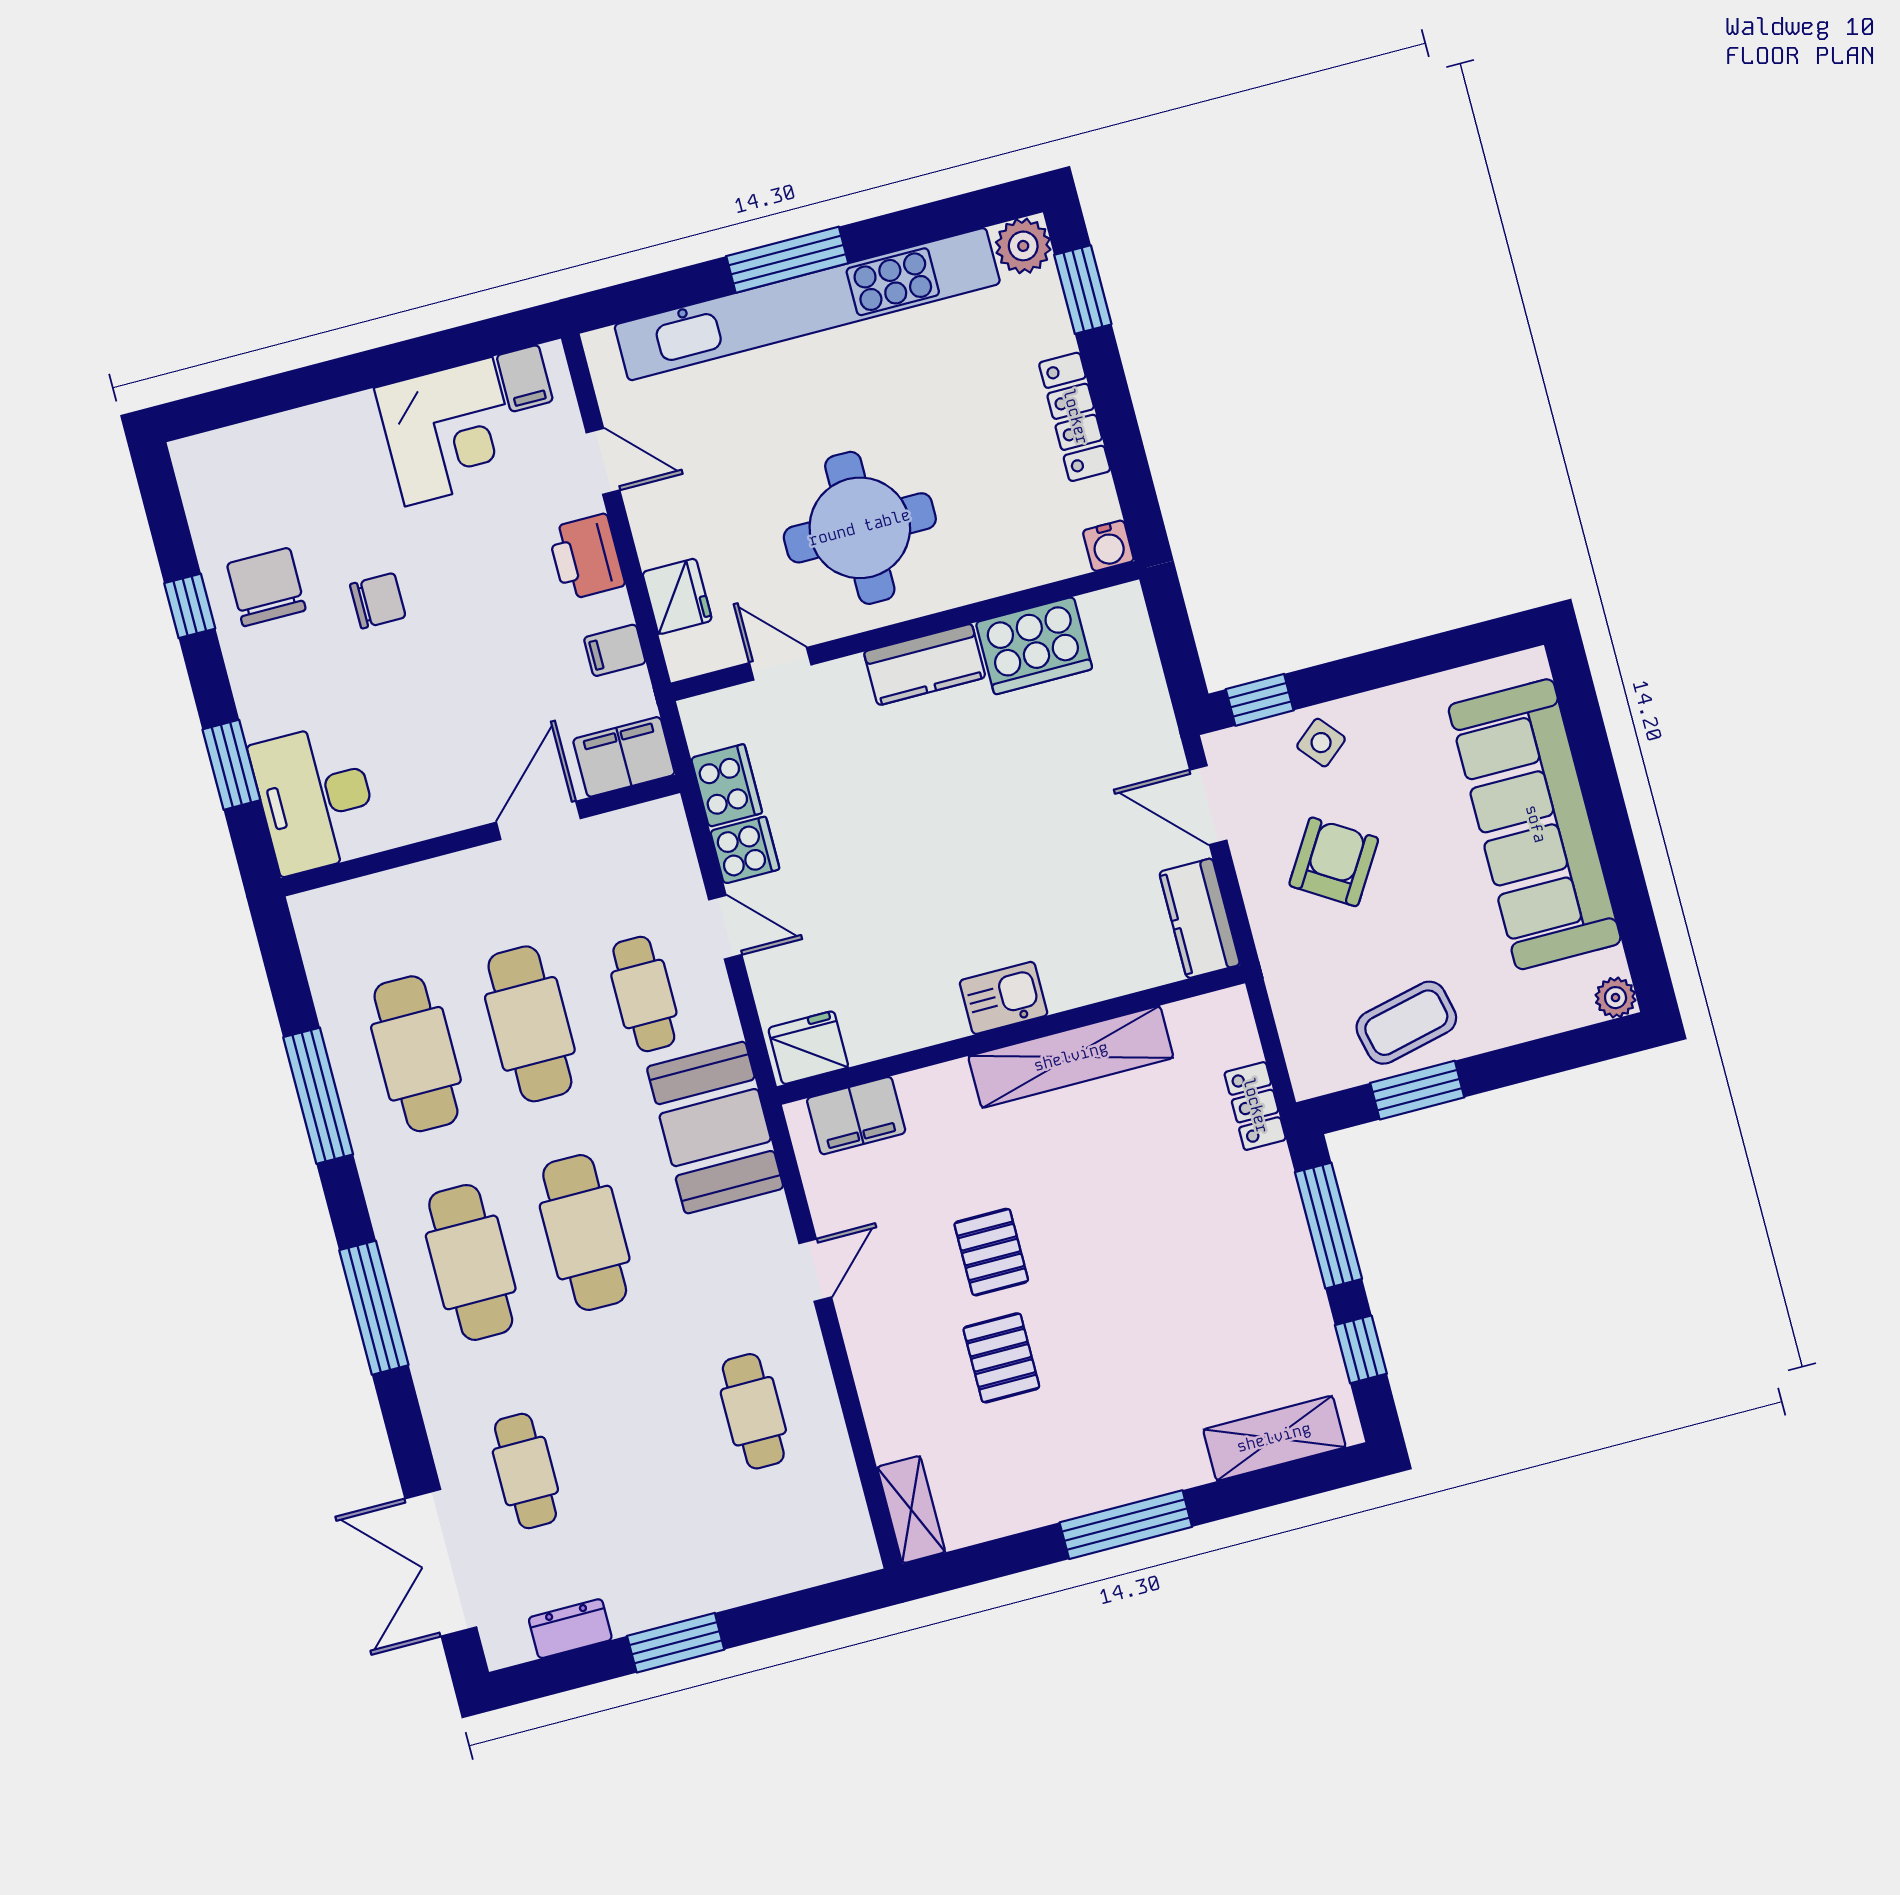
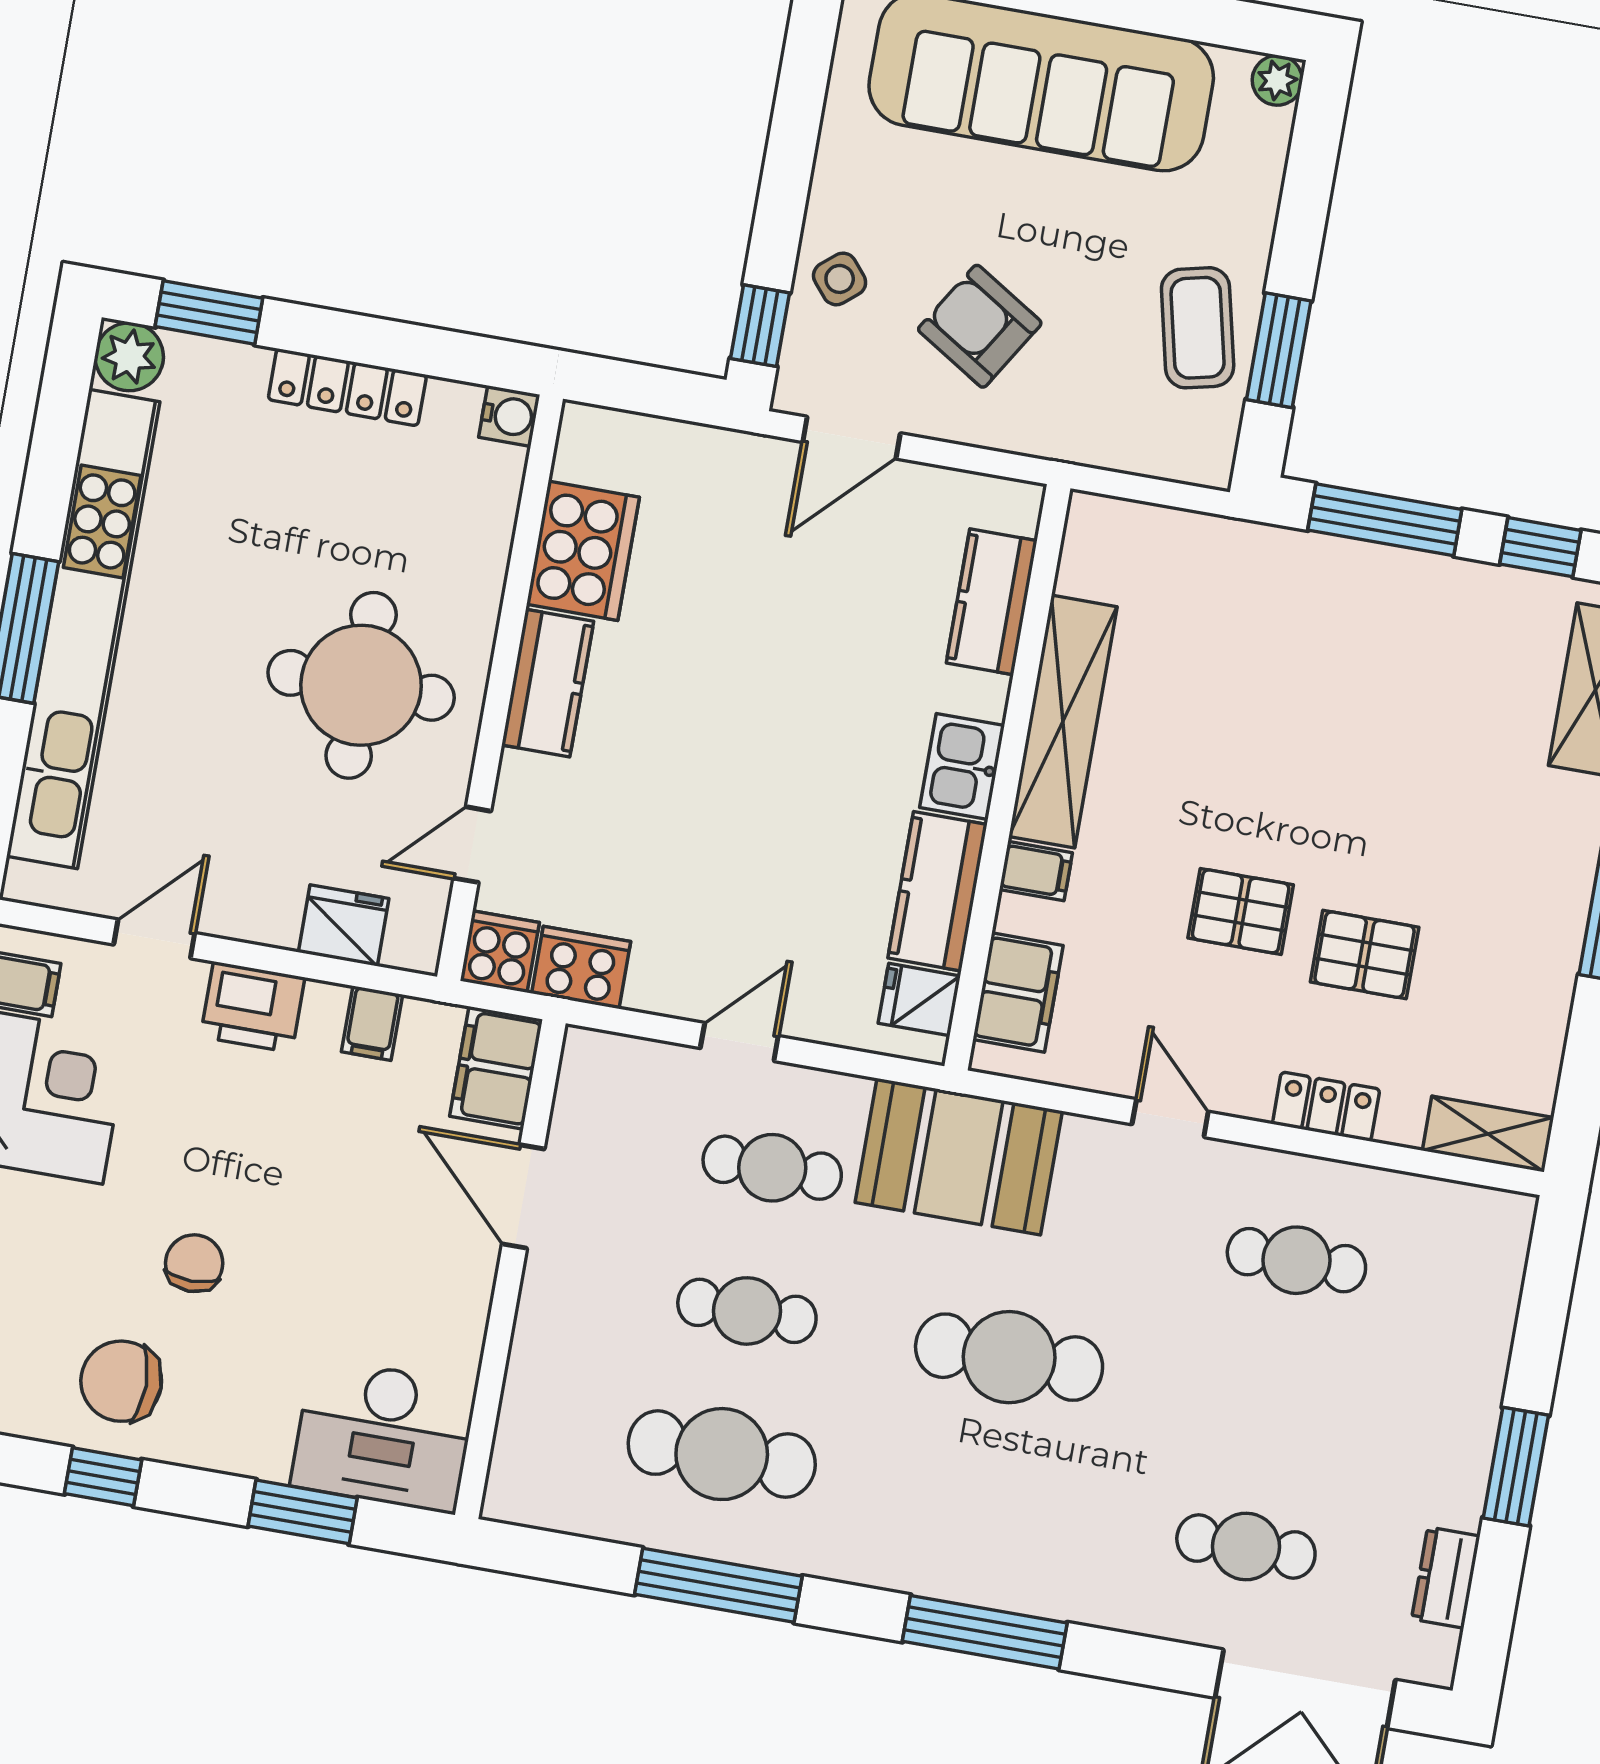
cooker: (745, 850) -> (500, 952), moved
kitchen counter: (1200, 918) -> (992, 602), moved, turned 90
kitchen counter: (903, 1022) -> (937, 891), added
cafe table: (530, 1024) -> (747, 1311), width x0.73, depth x0.74
fridge: (808, 1048) -> (919, 1000), width x0.72
filing cabinet: (952, 1088) -> (1036, 871), added
locker: (1255, 1106) -> (1326, 1107), moved, turned 180
cafe table: (471, 1262) -> (984, 1500), removed

